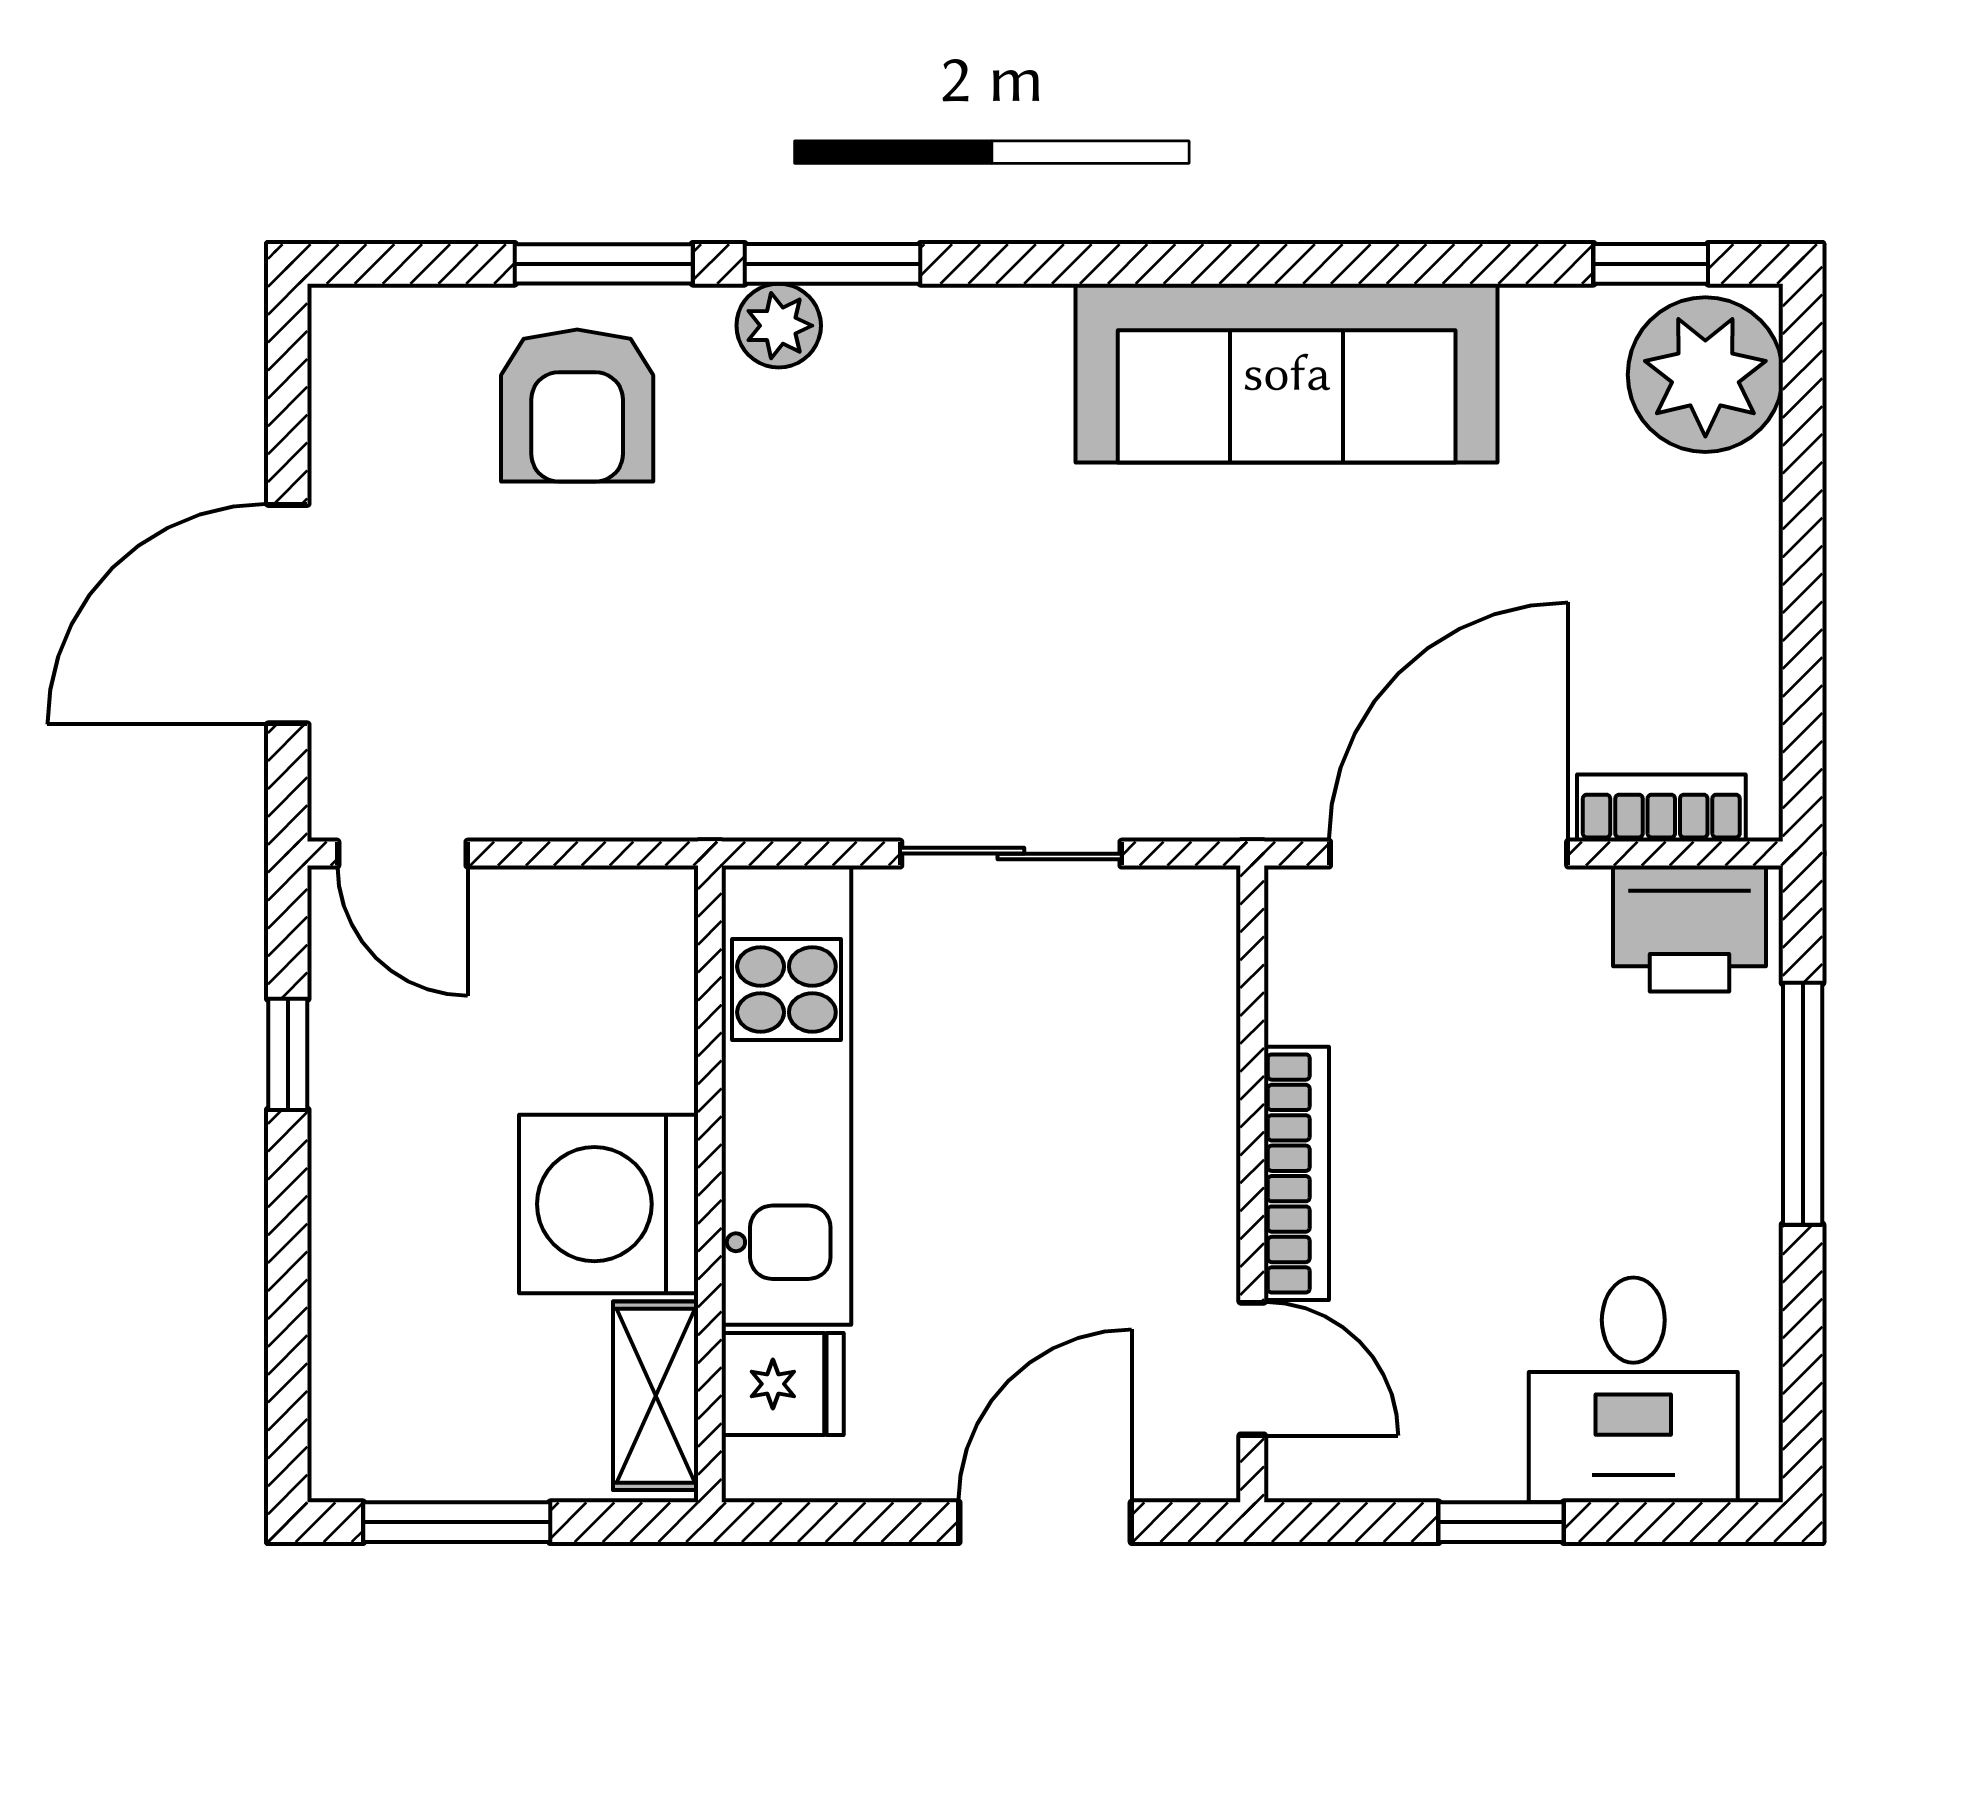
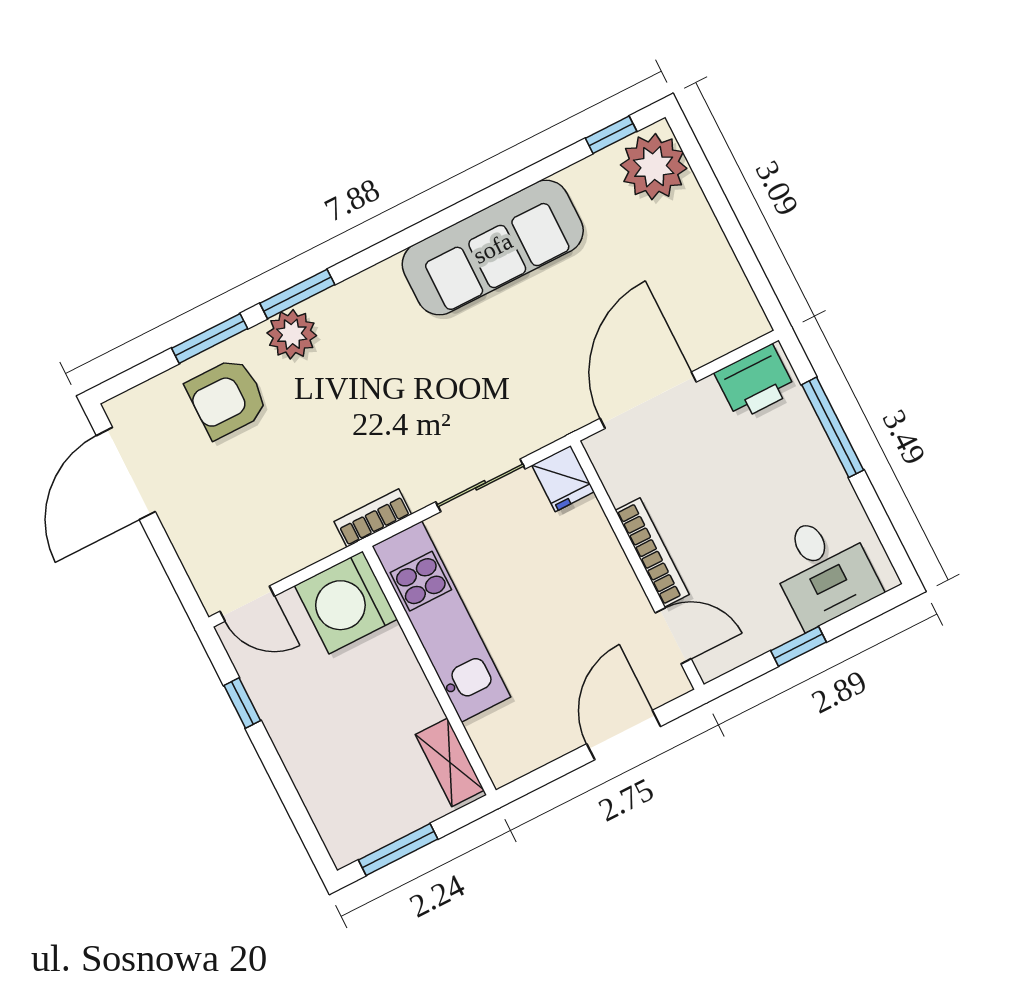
plant: (779, 326) -> (292, 334), width x1.38, depth x1.38
armchair: (577, 406) -> (227, 398), turned 90
door: (288, 614) -> (126, 474), moved
bookcase: (1661, 808) -> (373, 518), moved
washing machine: (609, 1204) -> (346, 602), moved
fridge: (783, 1384) -> (563, 479), moved, turned 90

